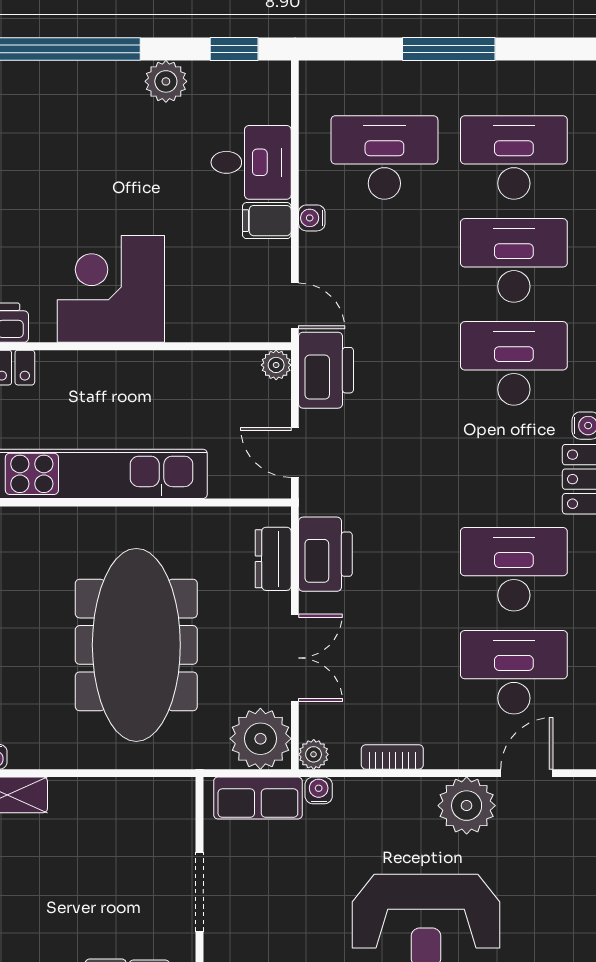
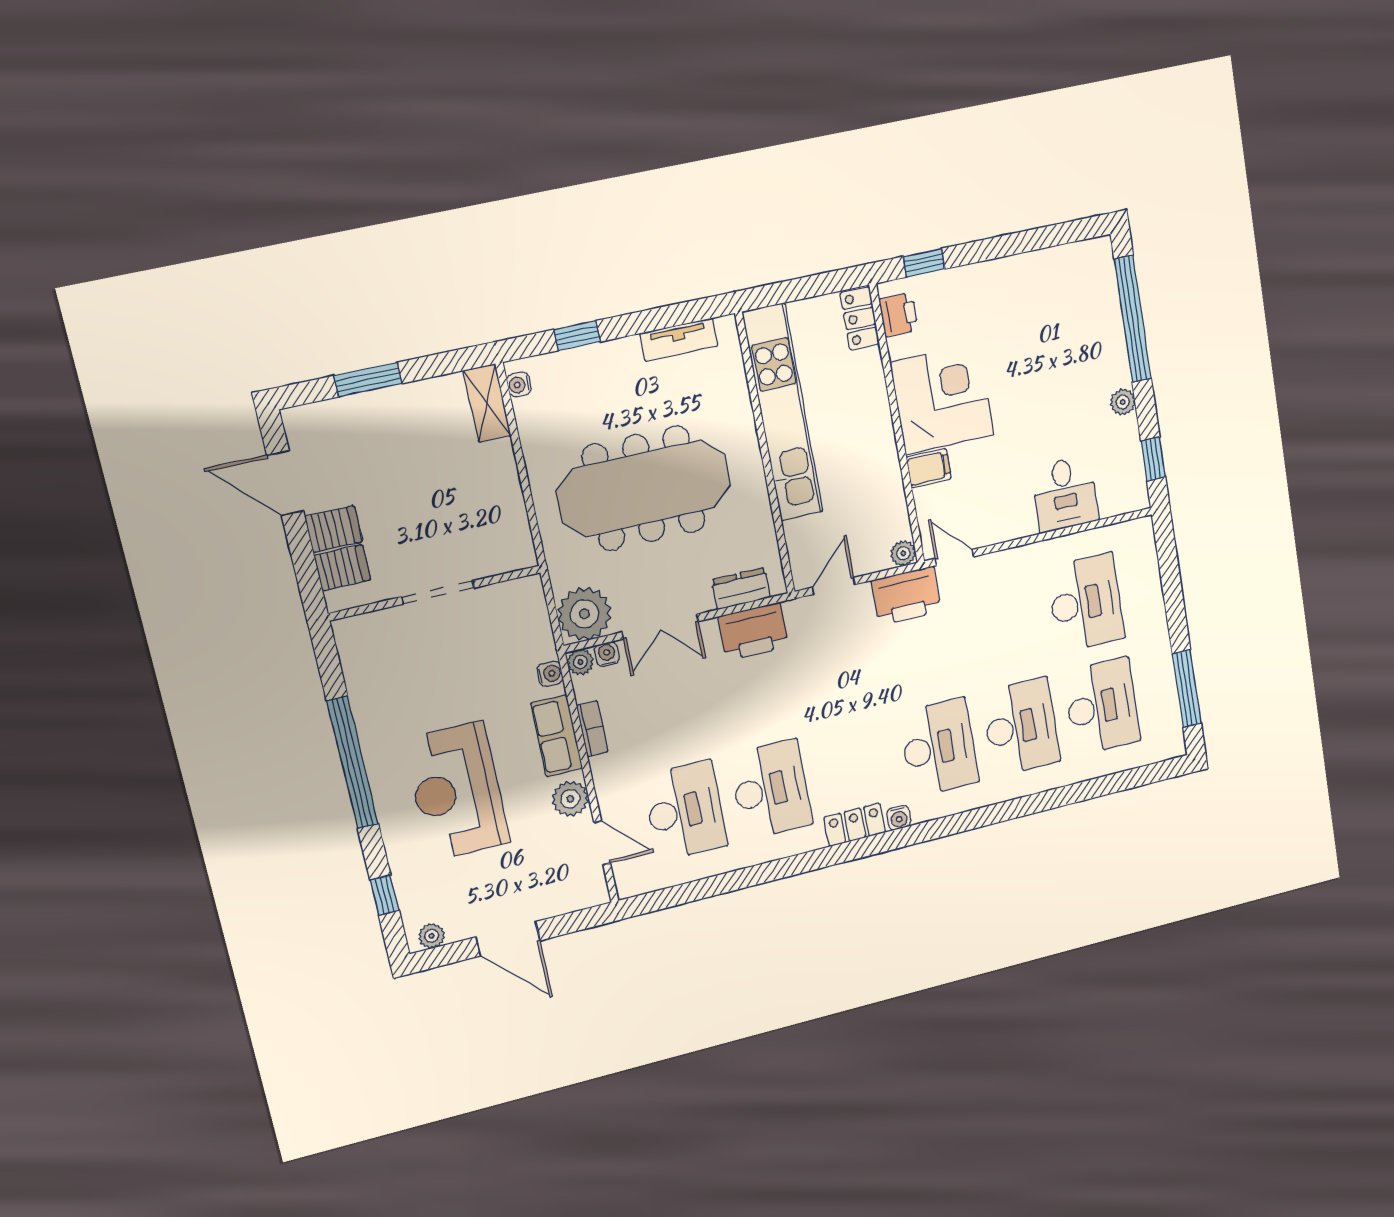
window: (449, 49) -> (1187, 689), moved
plant: (166, 81) -> (1123, 402), width x0.73, depth x0.73
water cooler: (312, 218) -> (607, 654), moved
filing cabinet: (267, 221) -> (929, 468), moved, turned 90
door: (295, 306) -> (954, 558), swing flipped
row of seats: (258, 798) -> (557, 736), moved
plant: (467, 806) -> (570, 799), width x0.73, depth x0.73

